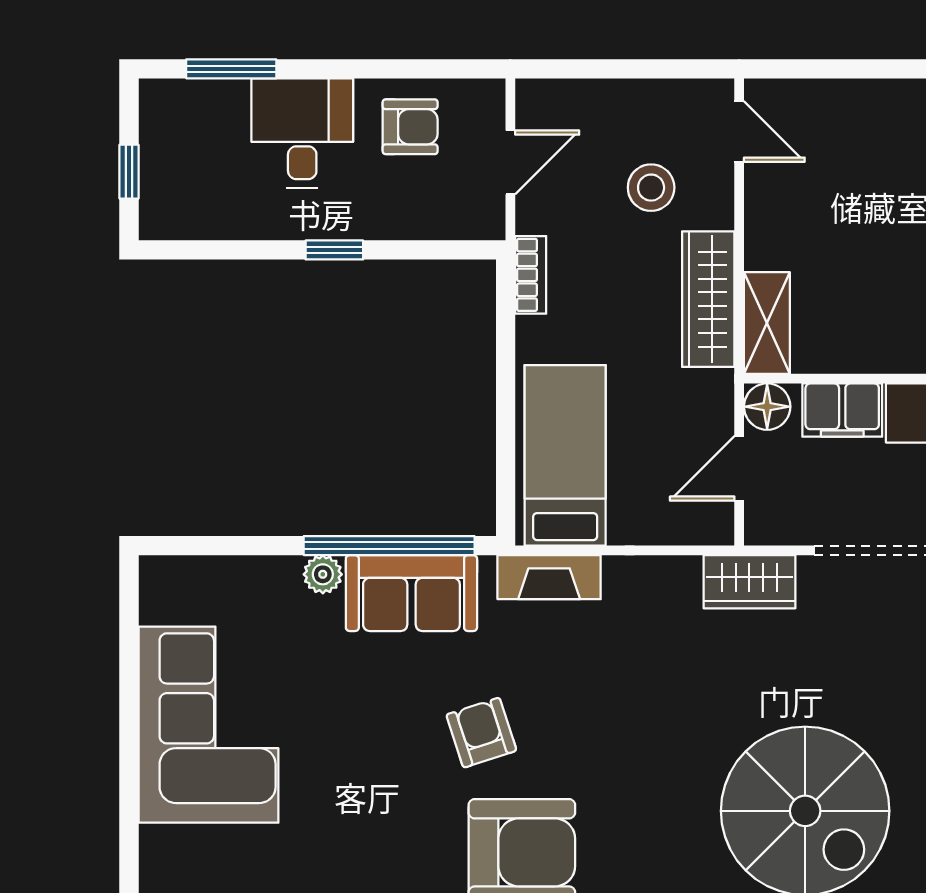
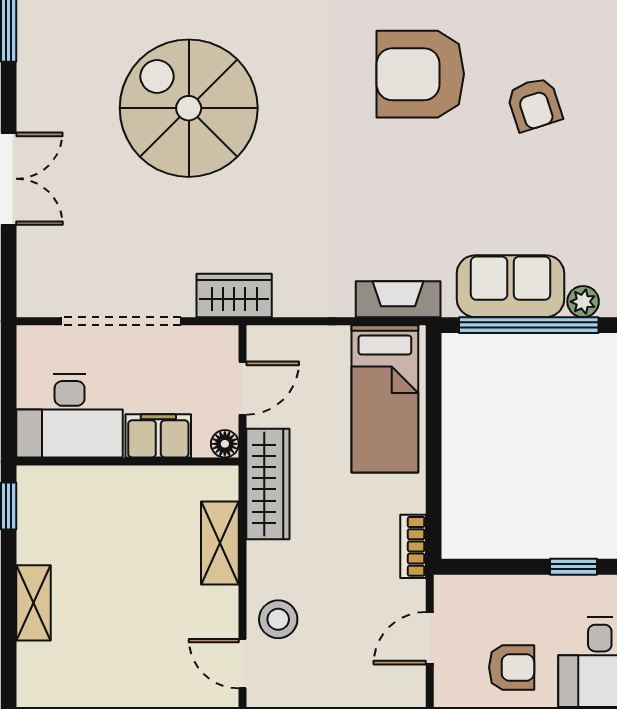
armchair: (410, 127) -> (512, 667), turned 180
stool: (651, 188) -> (278, 619), moved
wardrobe: (708, 299) -> (268, 484), moved
shelving: (767, 323) -> (220, 543), moved
floor lamp: (767, 407) -> (225, 444), width x0.73, depth x0.73
armchair: (481, 733) -> (534, 104), moved

